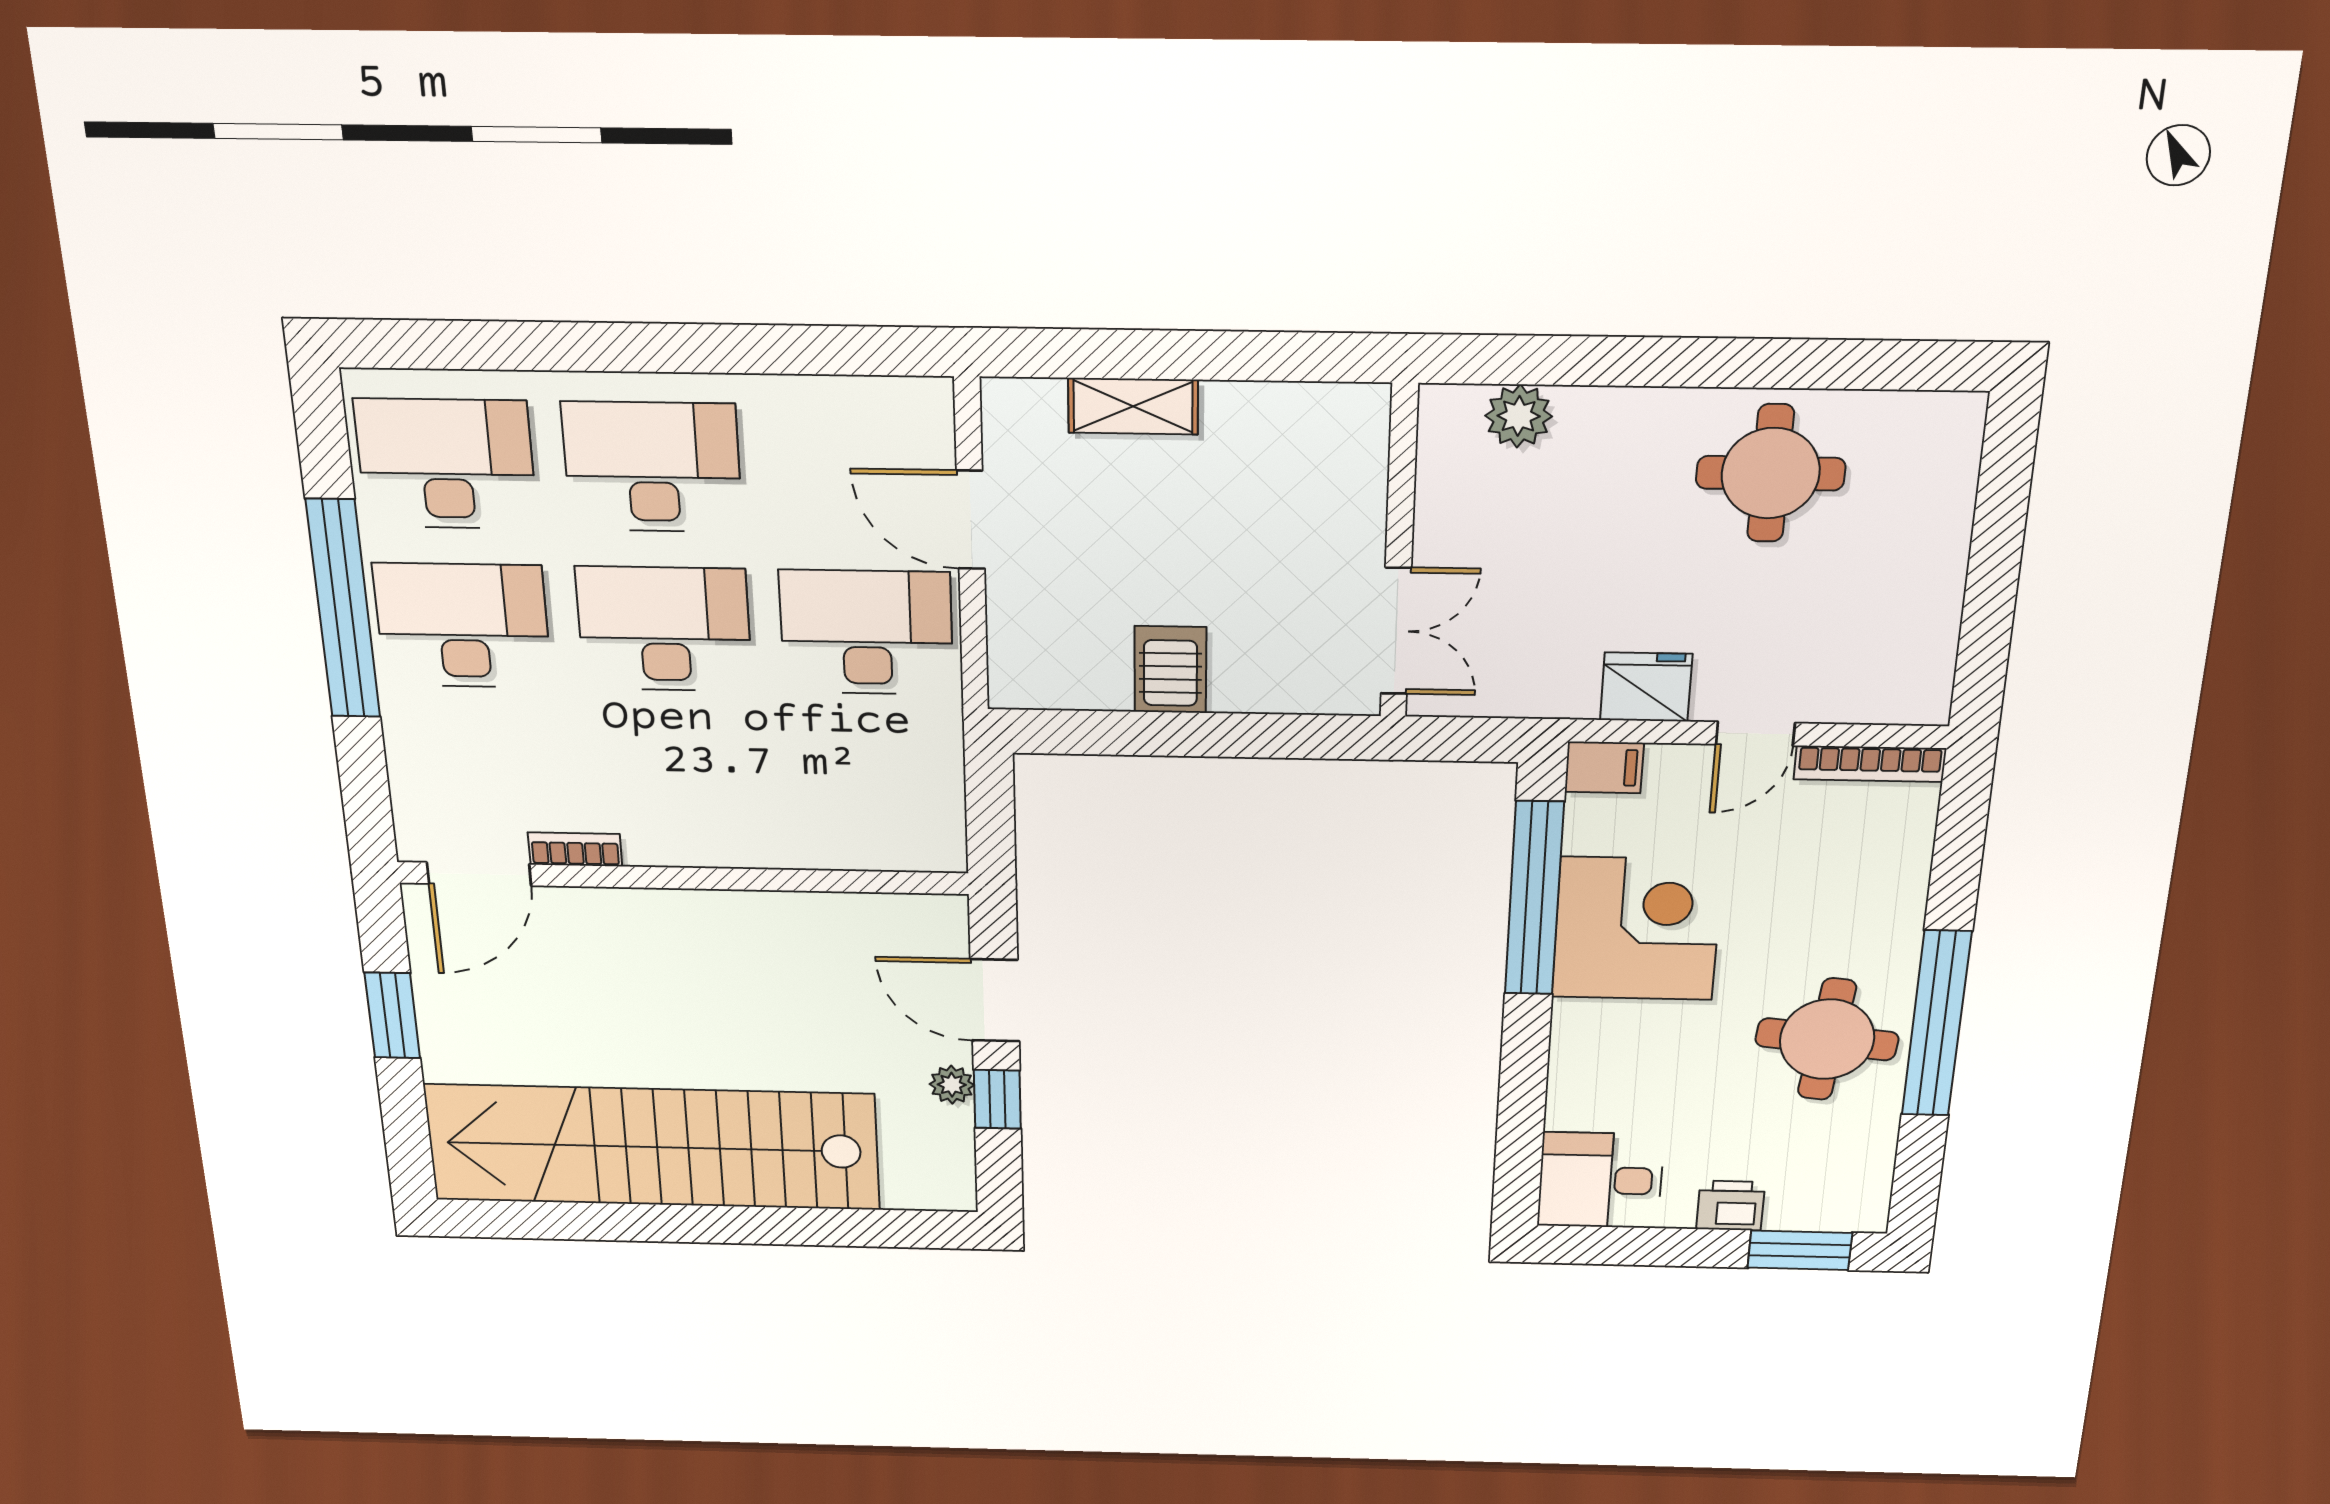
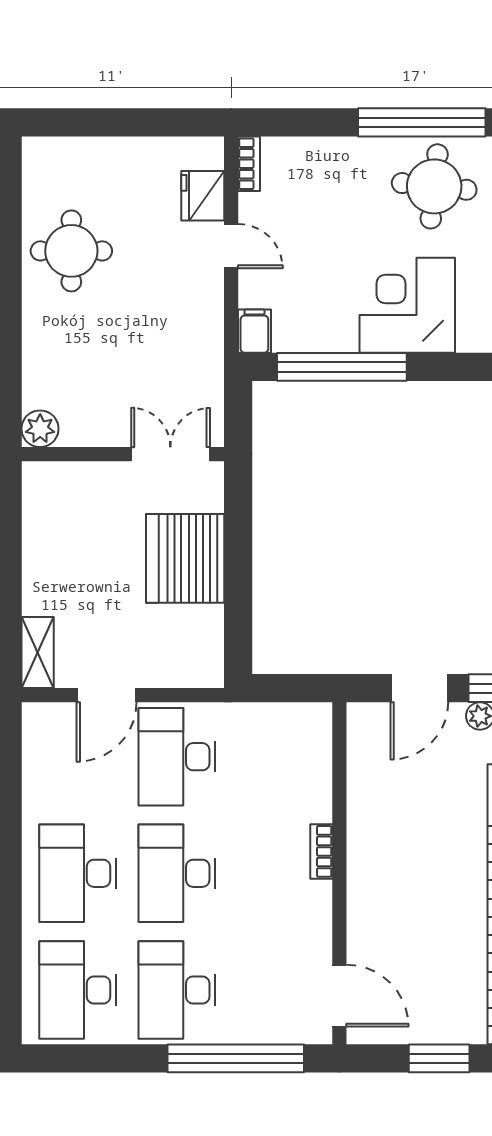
shelving: (1133, 406) -> (38, 653), moved
plant: (1519, 416) -> (40, 429), moved
window: (343, 609) -> (236, 1058), moved
server rack: (1170, 670) -> (185, 558), width x2.18, depth x1.44
fridge: (1646, 687) -> (203, 196), moved
bookcase: (1870, 764) -> (249, 164), width x0.64
bookcase: (575, 849) -> (321, 851), moved
corner desk: (1637, 929) -> (407, 305), moved

